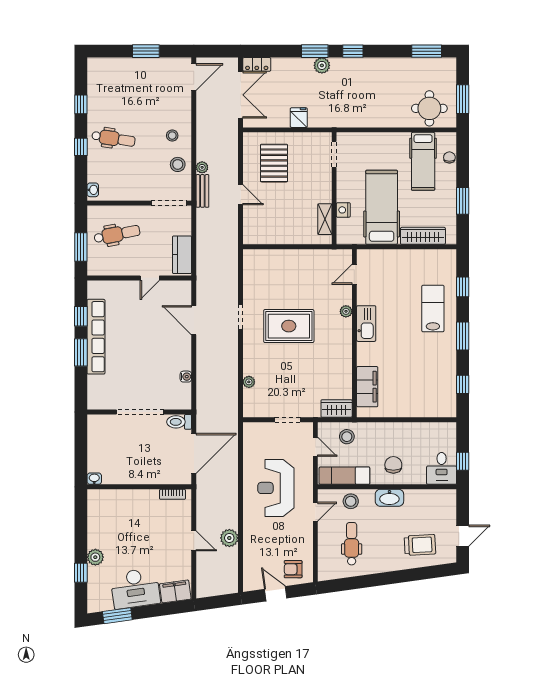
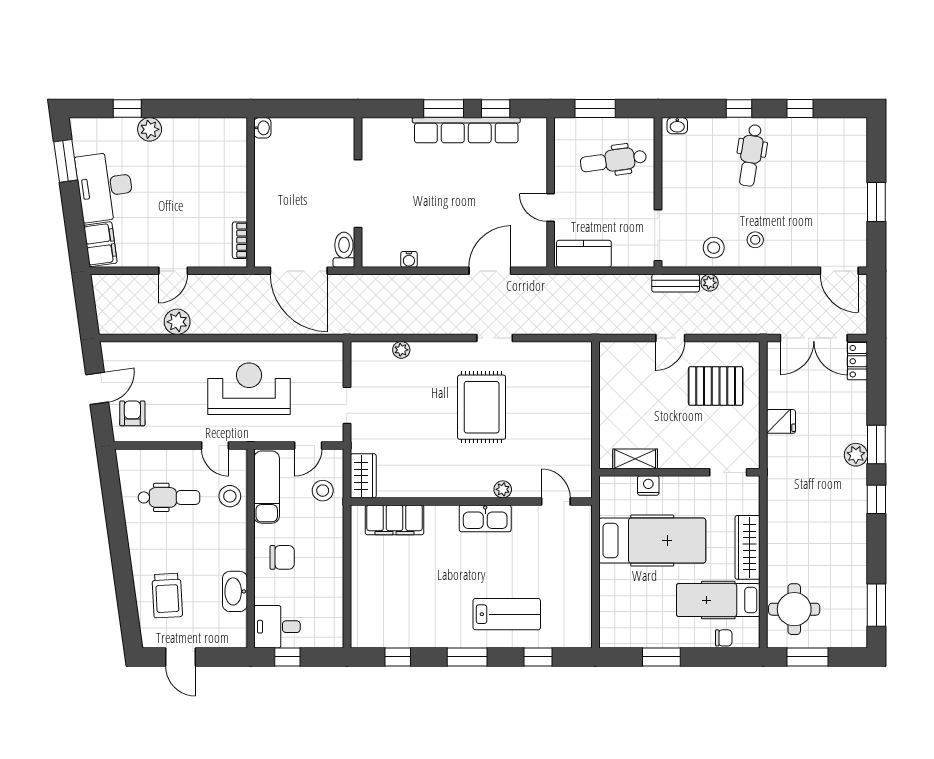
dental chair: (117, 234) -> (613, 160), turned 93
wardrobe: (423, 236) -> (748, 547), moved, turned 180
washbasin: (389, 498) -> (235, 591), moved

